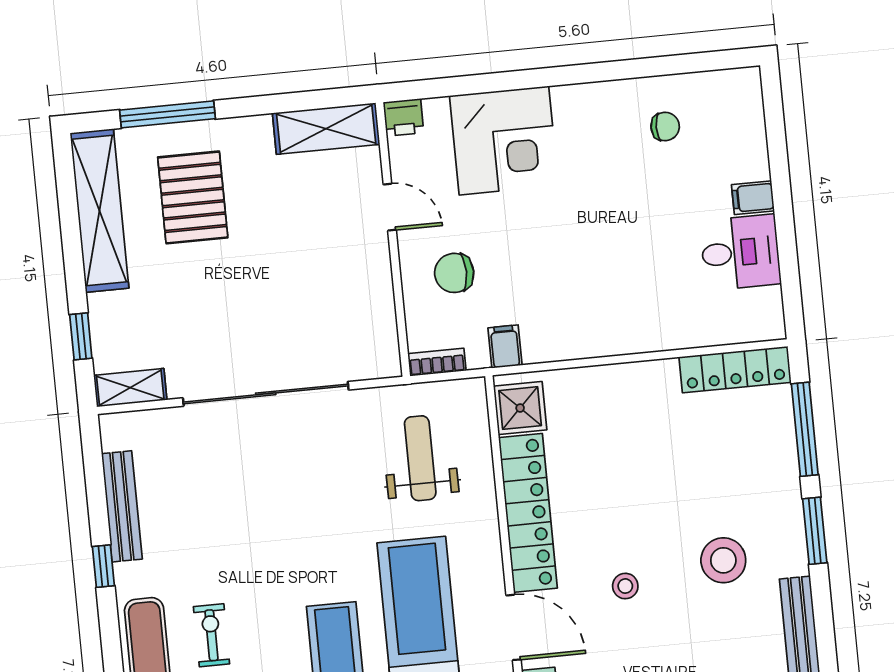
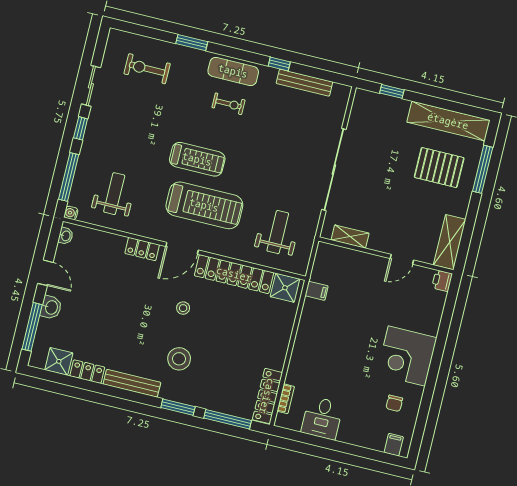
corner desk: (504, 141) -> (407, 356), moved
filing cabinet: (753, 198) -> (394, 445), moved
chair: (454, 273) -> (360, 279), removed
bookcase: (437, 362) -> (286, 399), moved
shelving: (130, 388) -> (350, 237), moved, turned 90
weight bench: (420, 458) -> (278, 232), turned -90

